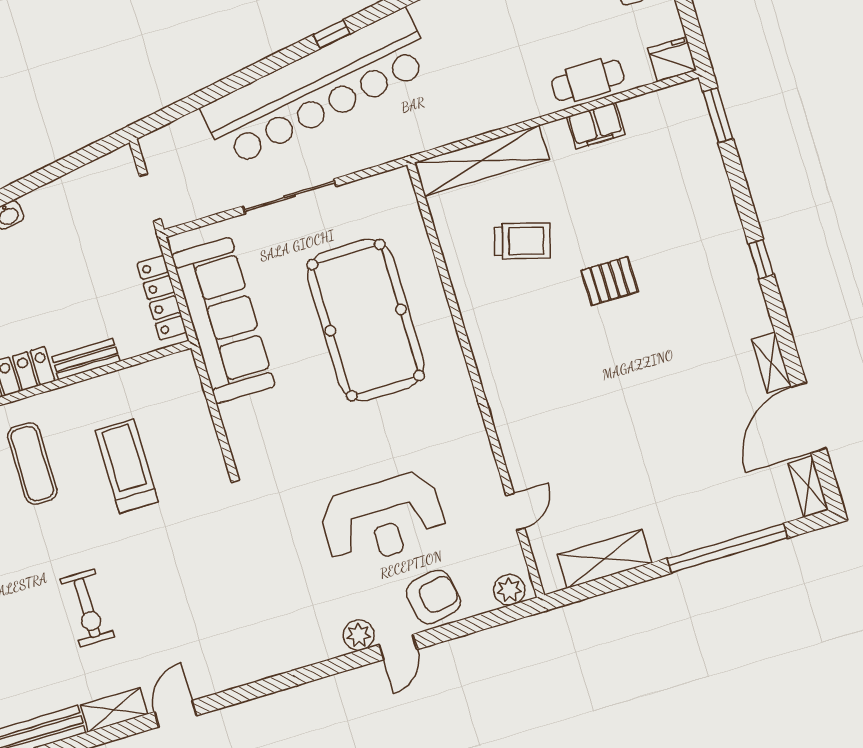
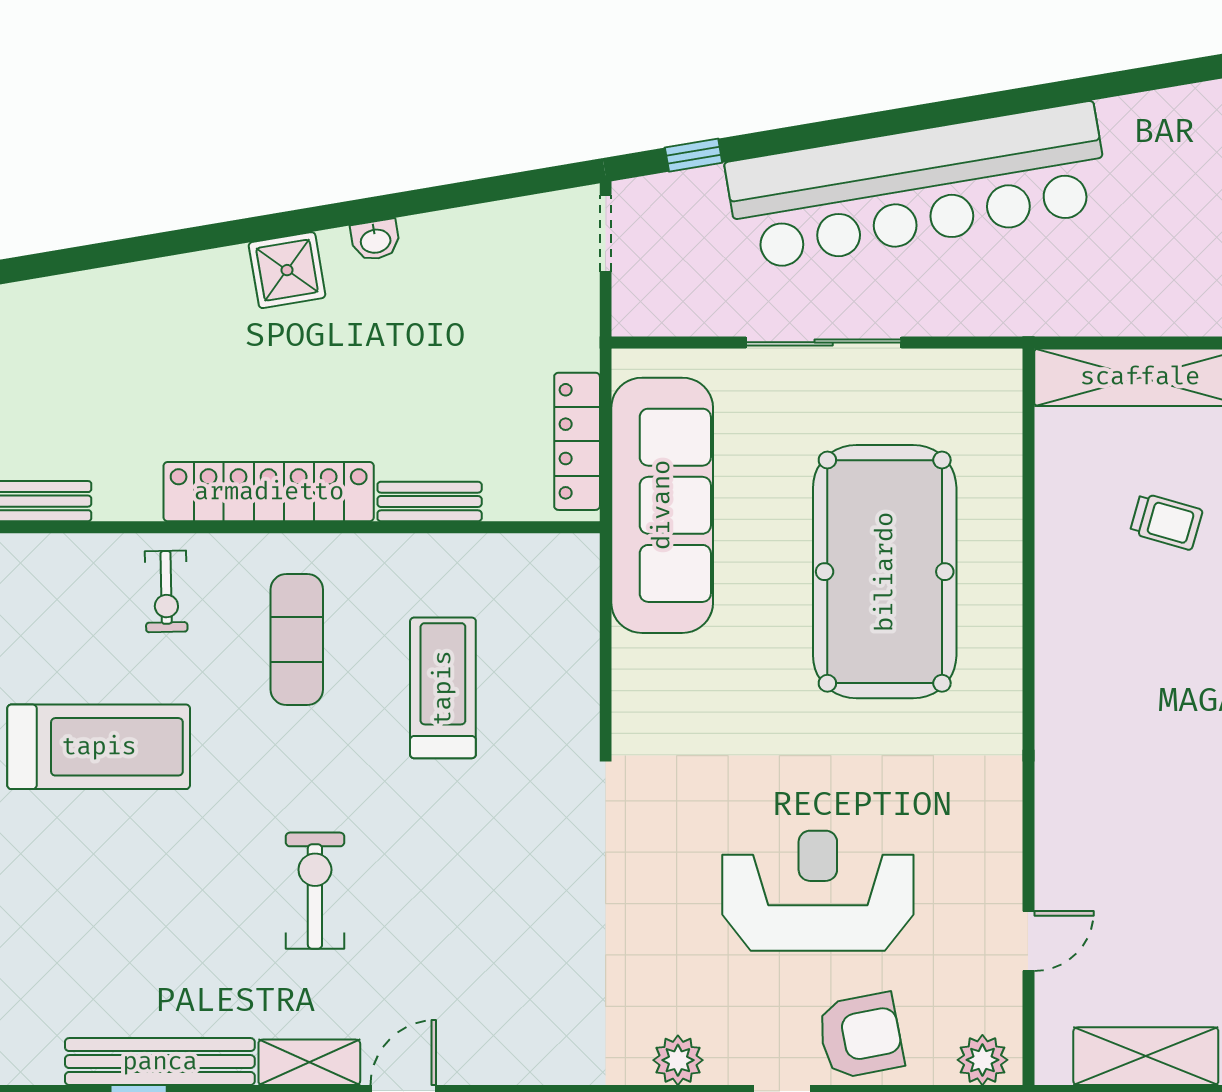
window: (332, 34) -> (694, 155), moved
doorway: (150, 198) -> (606, 233), moved
trolley: (522, 241) -> (1166, 521), width x0.73, depth x0.72
reception desk: (383, 519) -> (818, 891), turned 180
exercise bike: (87, 608) -> (315, 891), turned 180
plant: (359, 635) -> (678, 1060), moved

